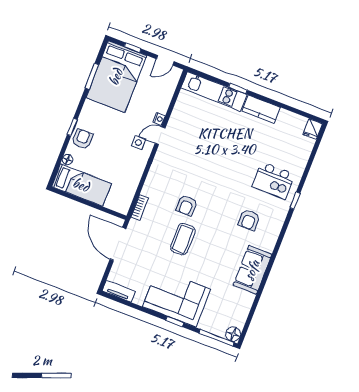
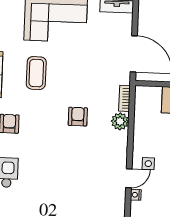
plant: (151, 189) -> (120, 121), added
coffee table: (183, 239) -> (36, 73), moved

